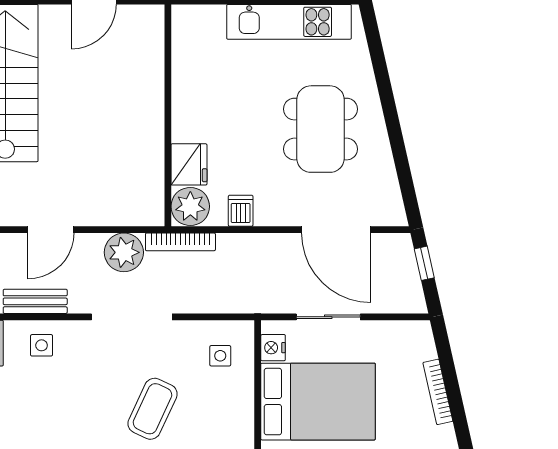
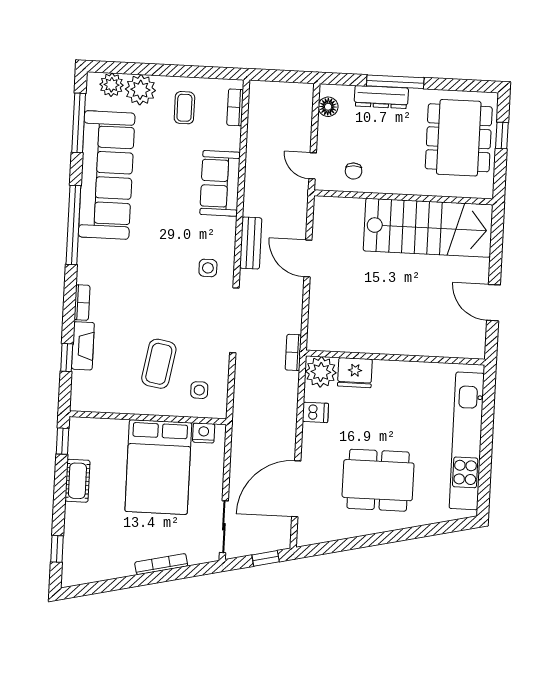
kitchen unit: (289, 22) -> (467, 441), width x1.36
bookcase: (180, 242) -> (293, 352), width x0.64
plant: (124, 252) -> (287, 317), removed
sliding door: (328, 317) -> (224, 527), moved
side table: (42, 345) -> (208, 268), moved
coffee table: (153, 409) -> (159, 364), moved, turned 75

